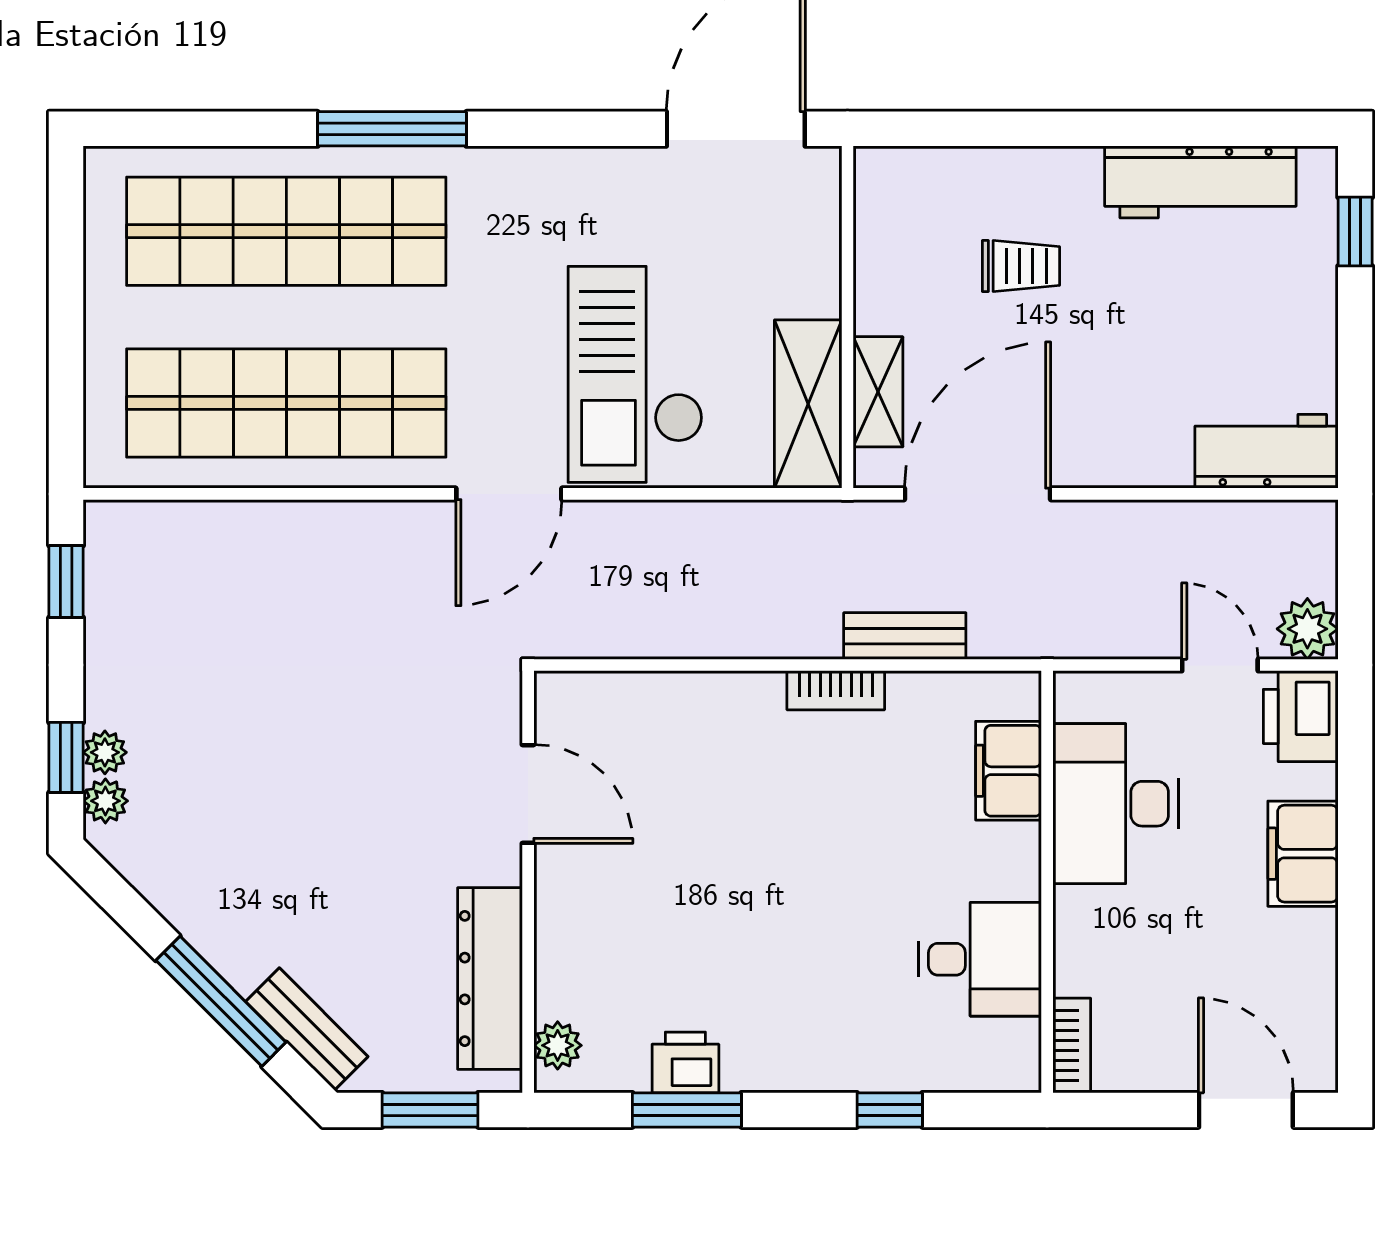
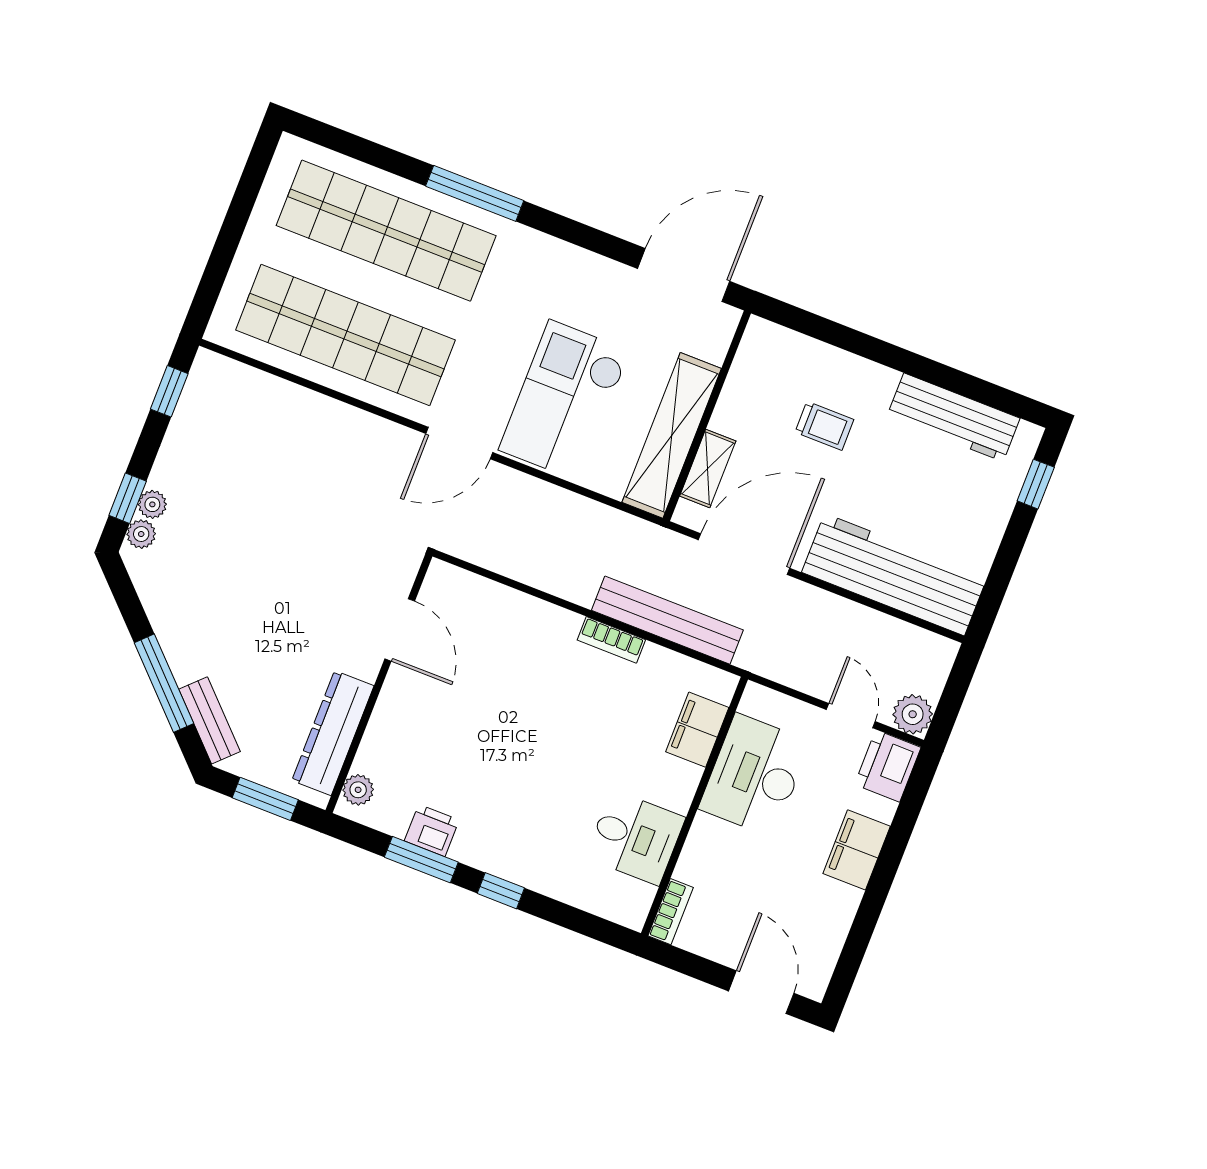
shelving: (808, 404) -> (672, 435), width x1.47
workbench: (1266, 451) -> (895, 575), width x1.88, depth x1.32
bench: (905, 636) -> (667, 620), width x1.86, depth x1.21
window: (890, 1110) -> (501, 891), moved

